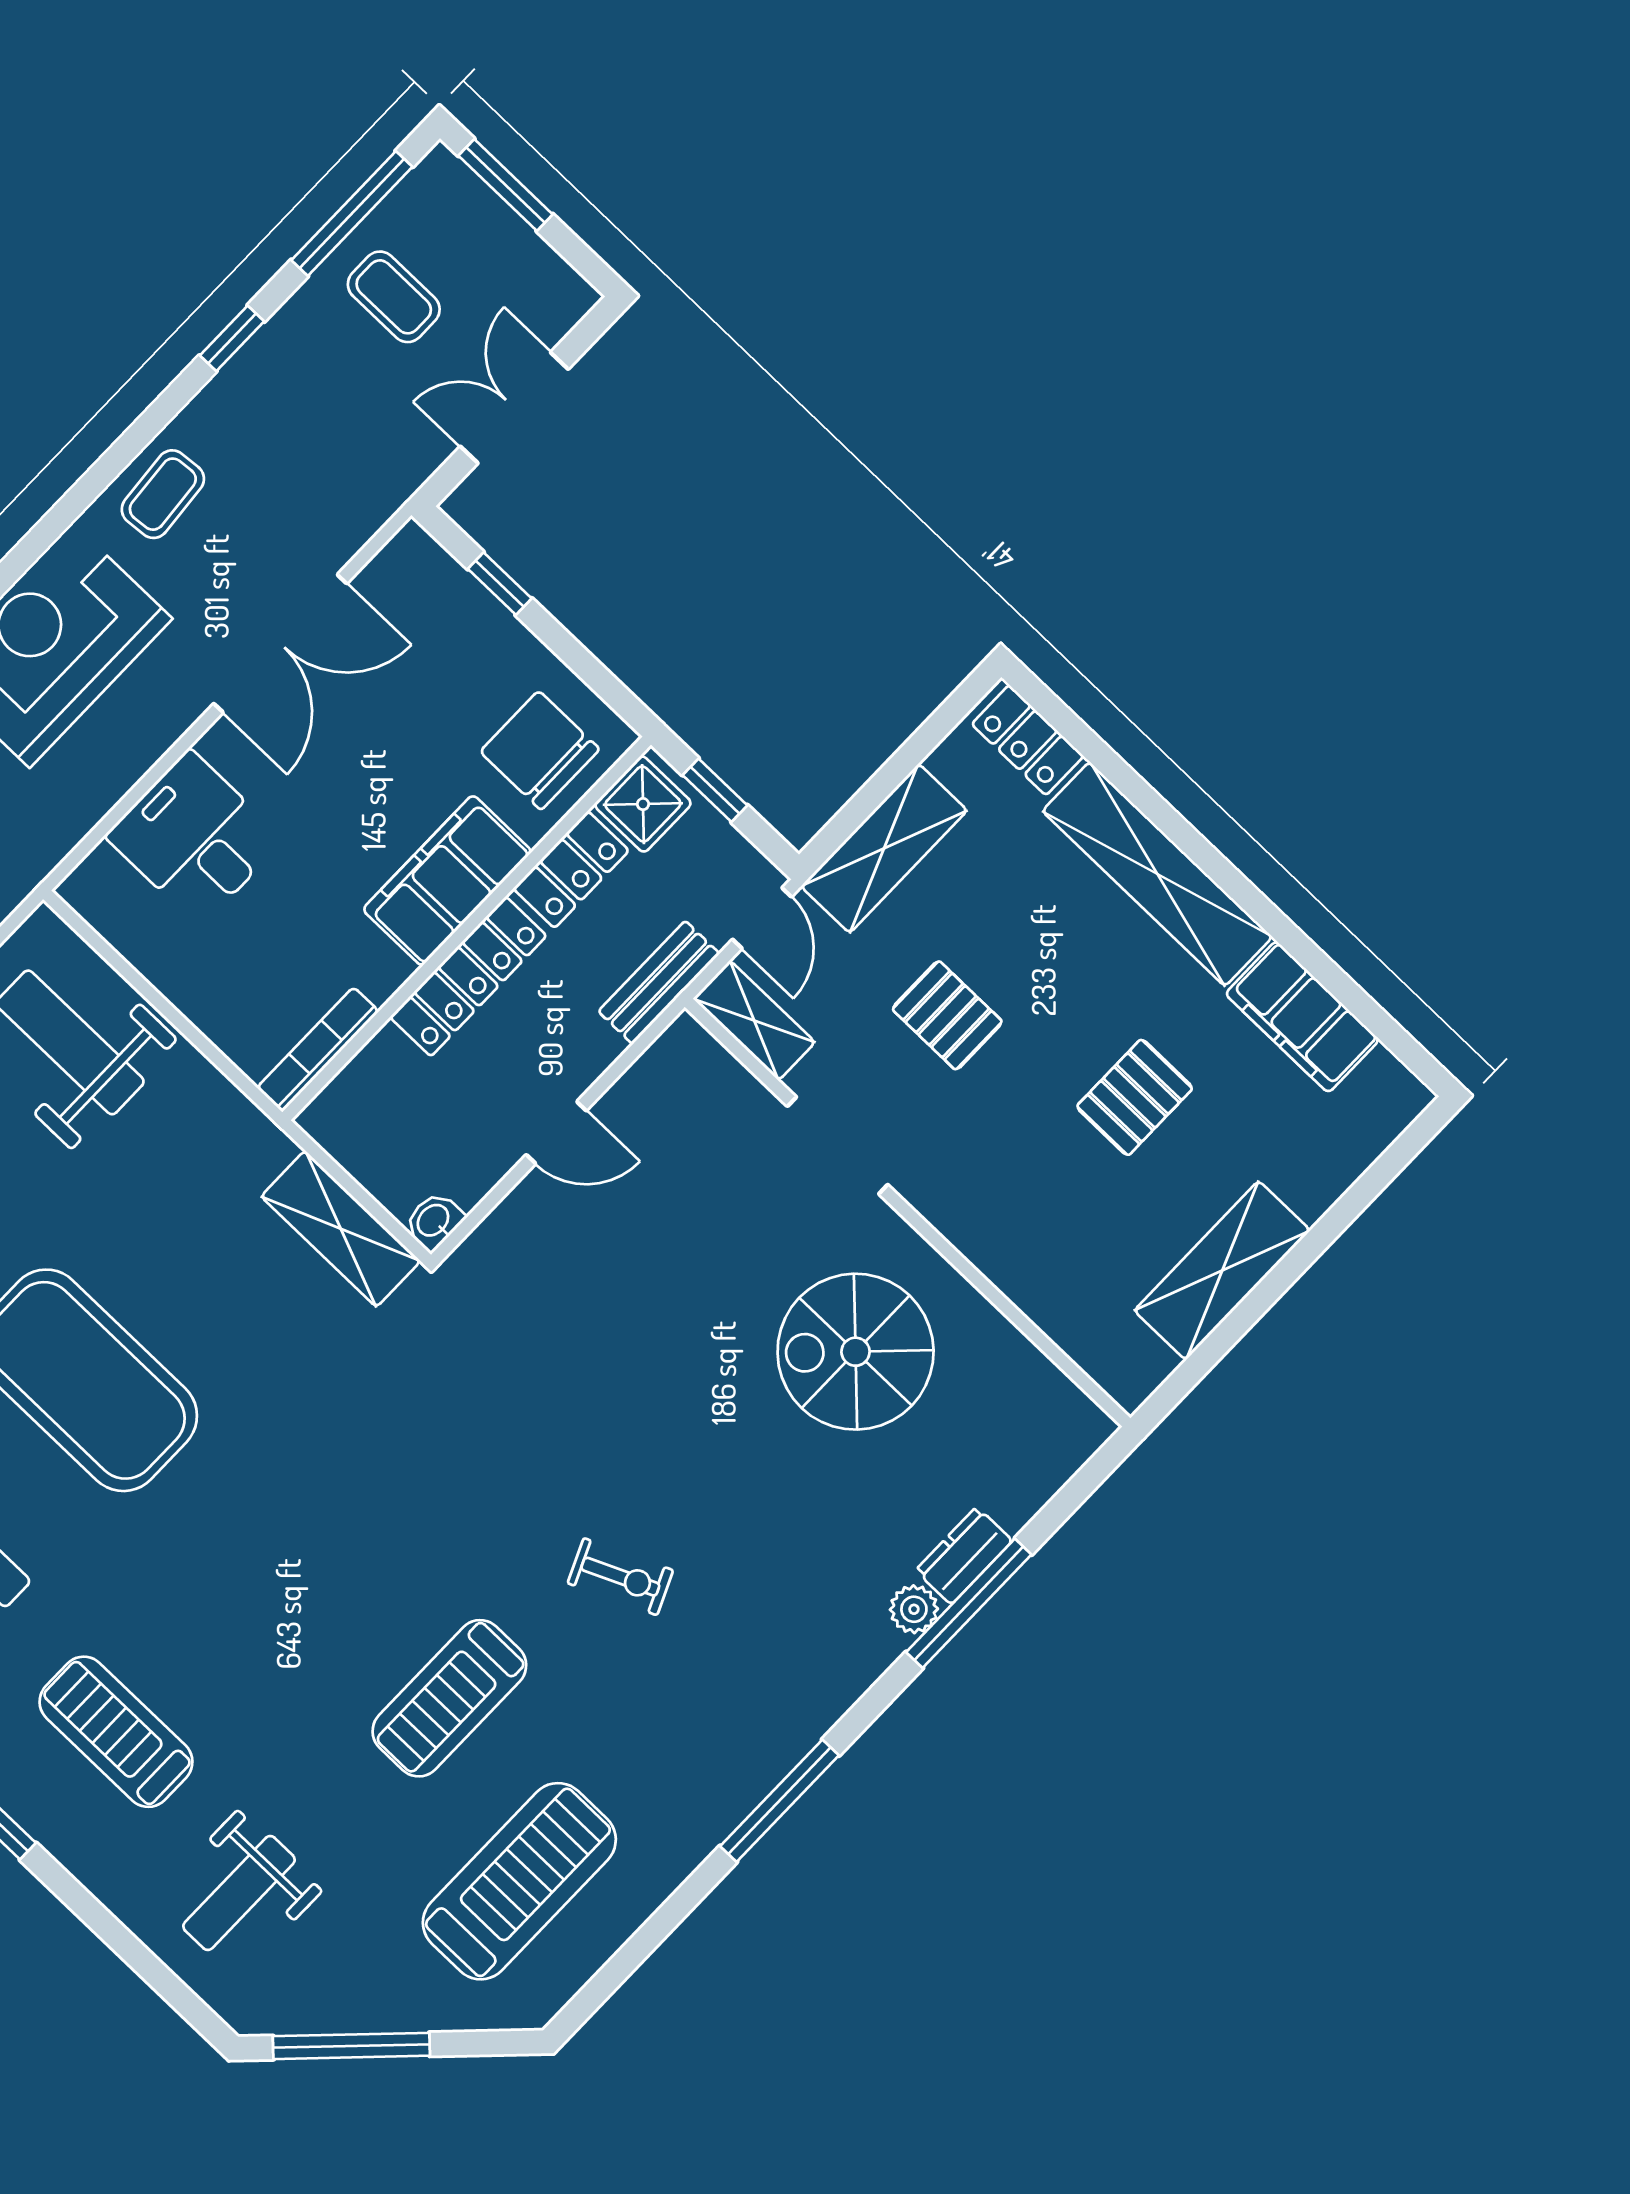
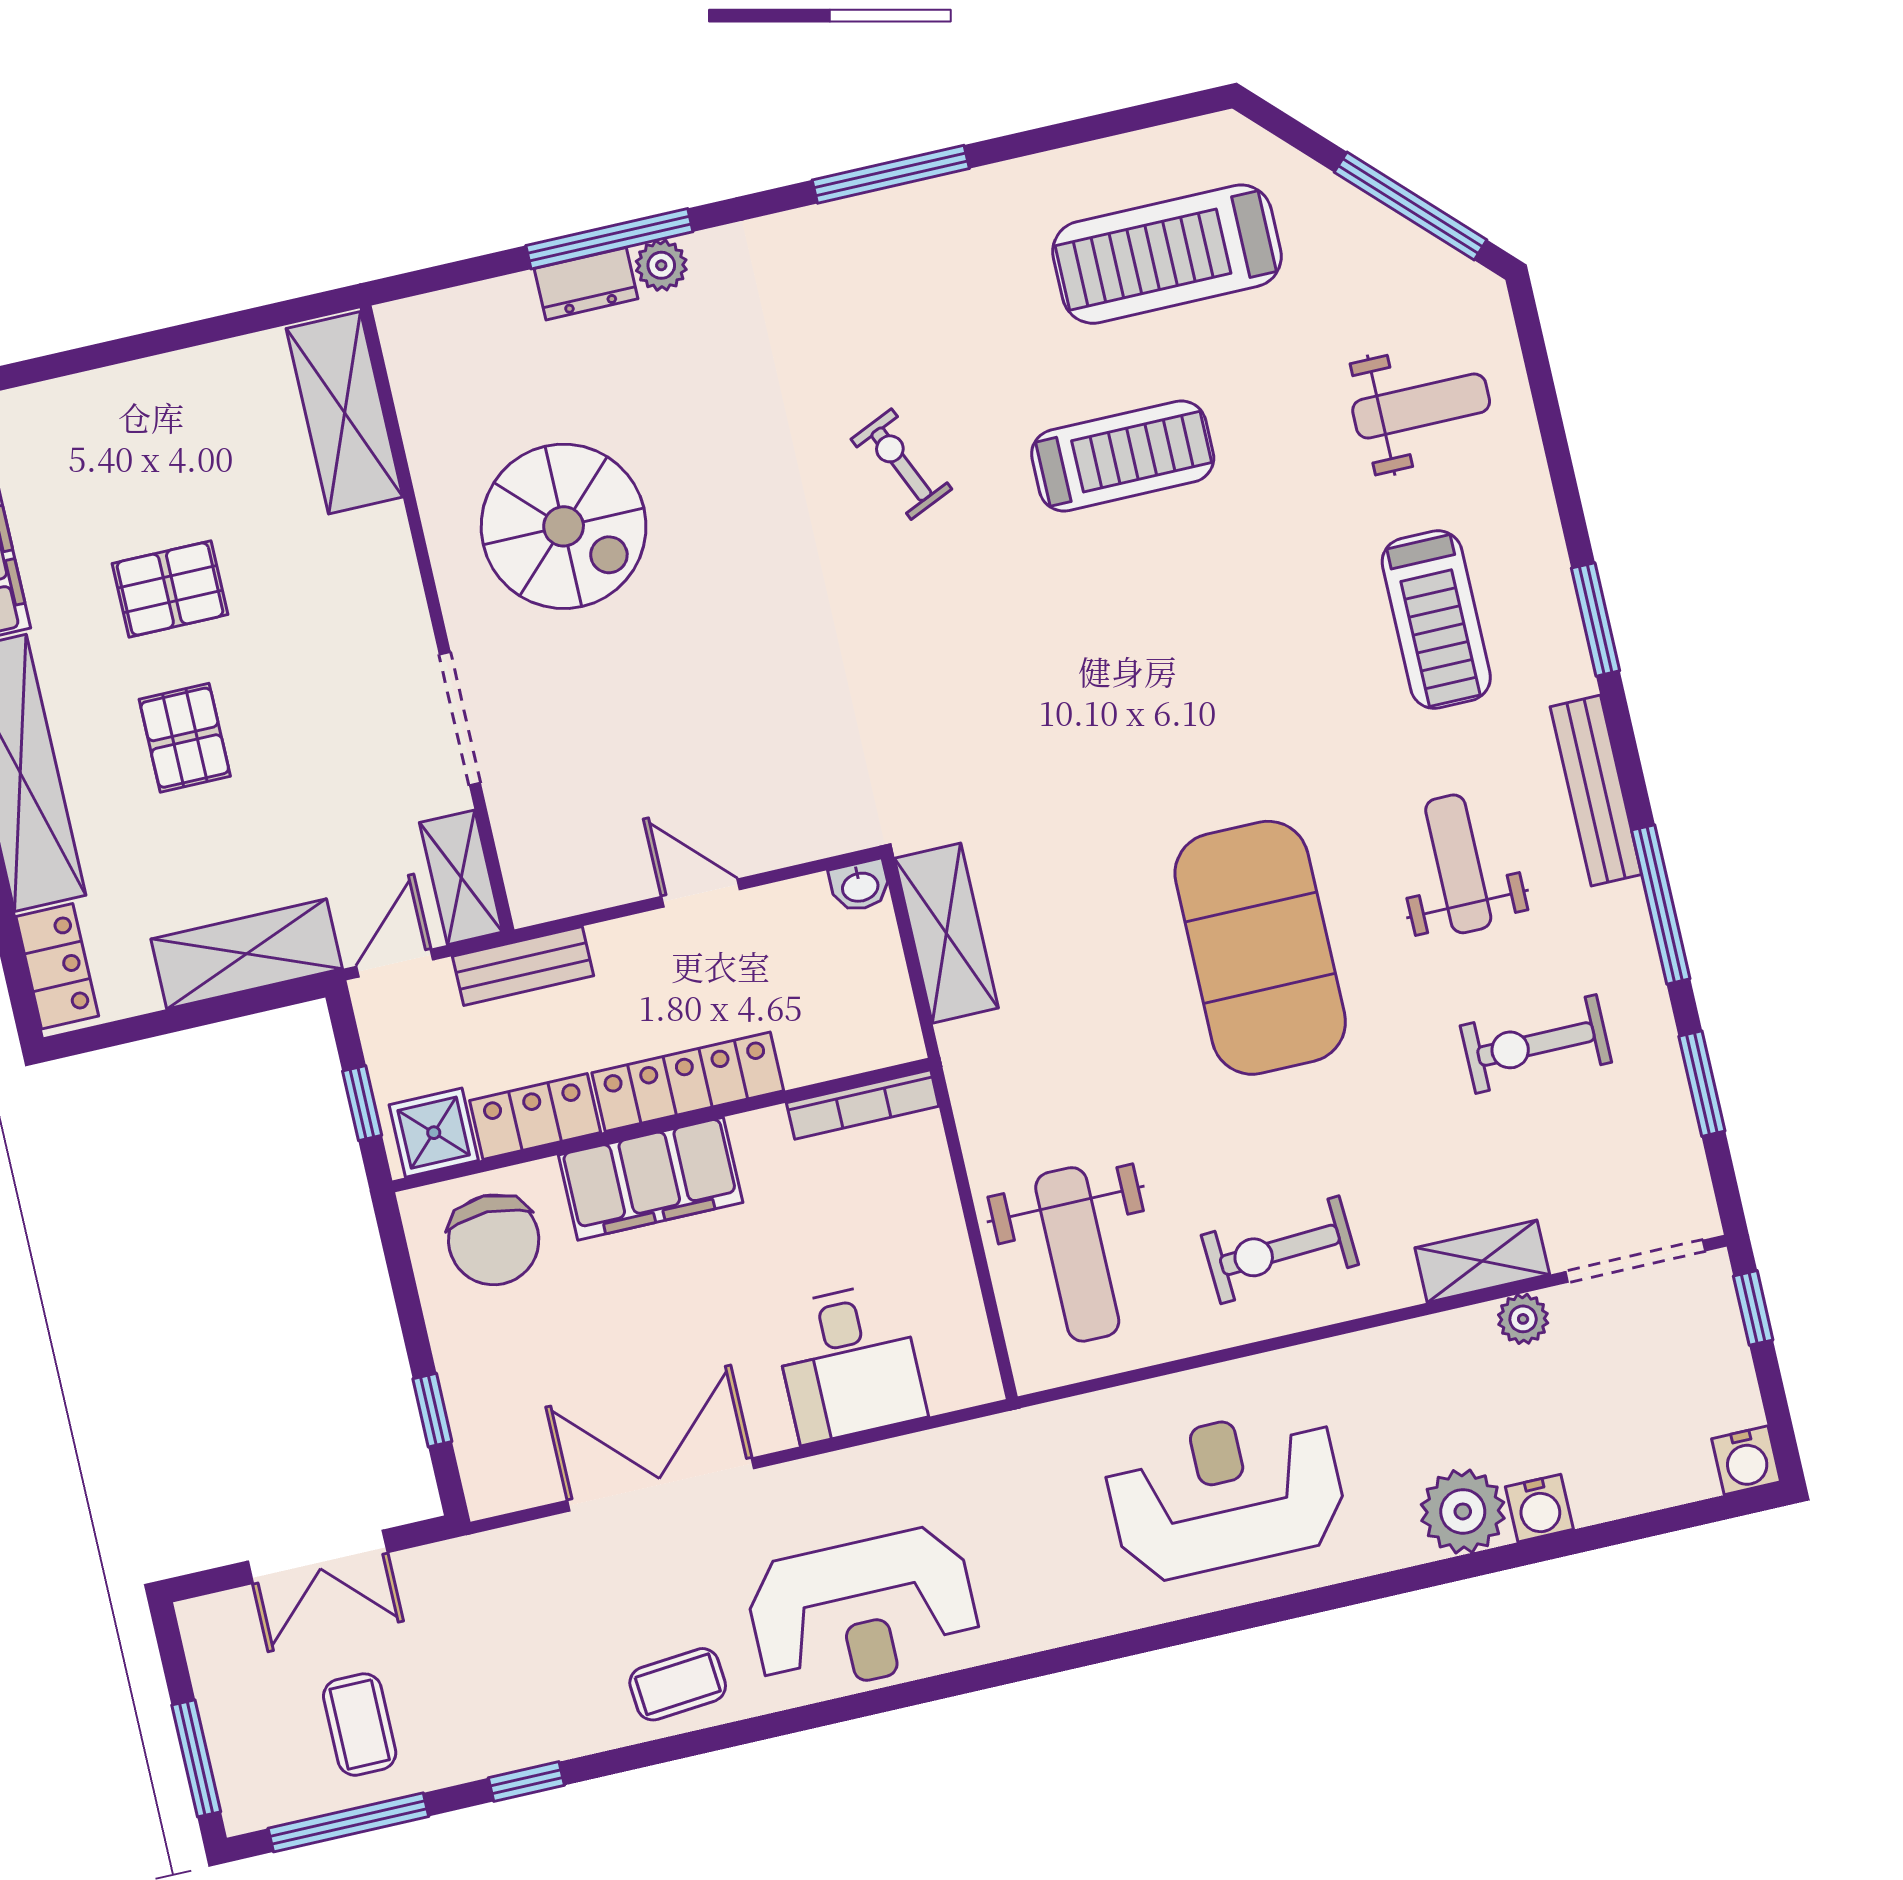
pallet: (947, 1015) -> (185, 738), moved
shelving: (1222, 1270) -> (345, 413), moved, turned 90

